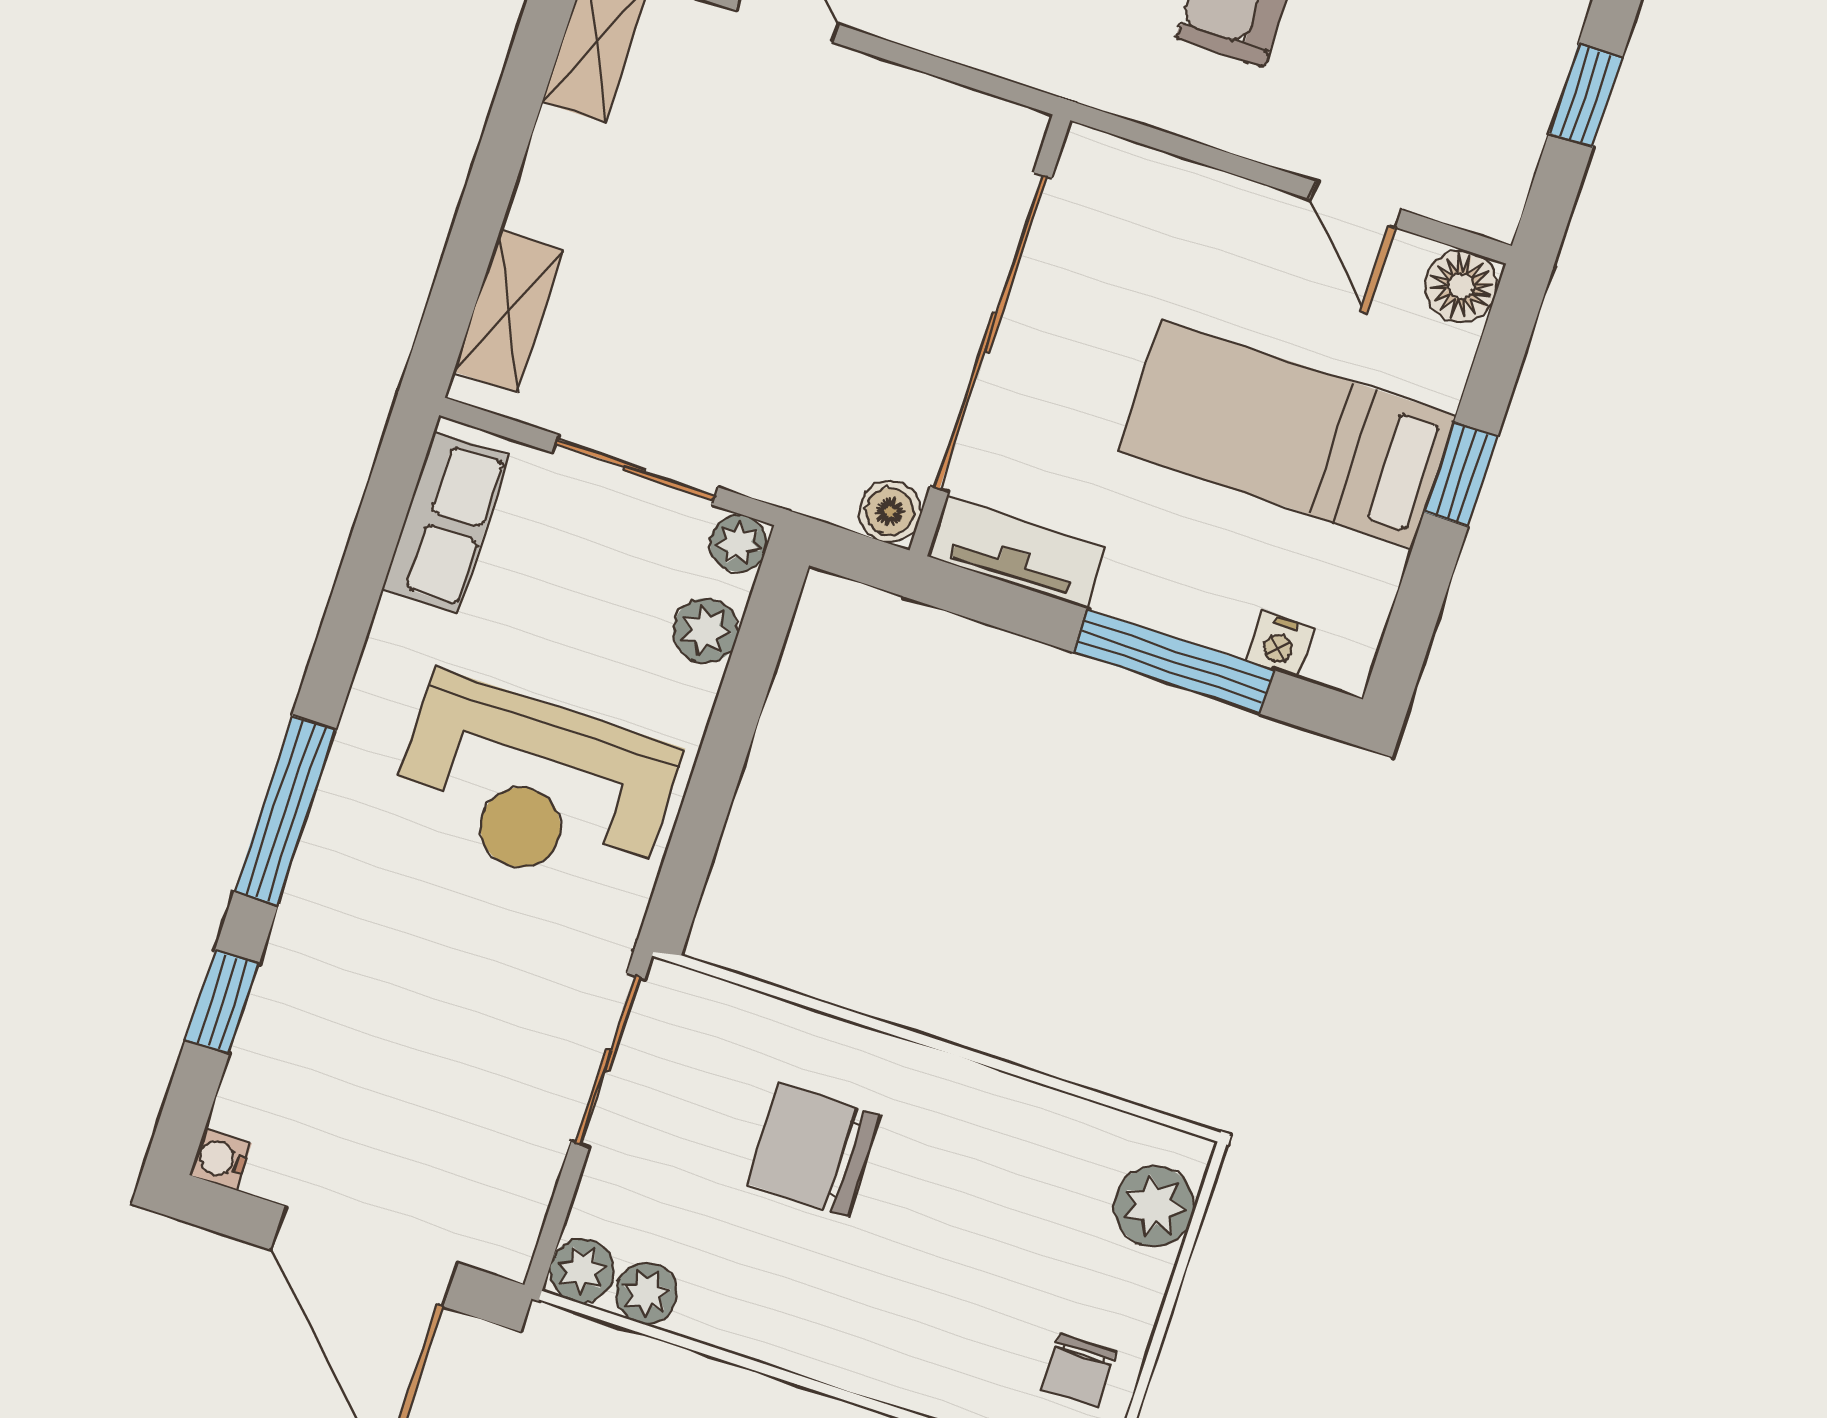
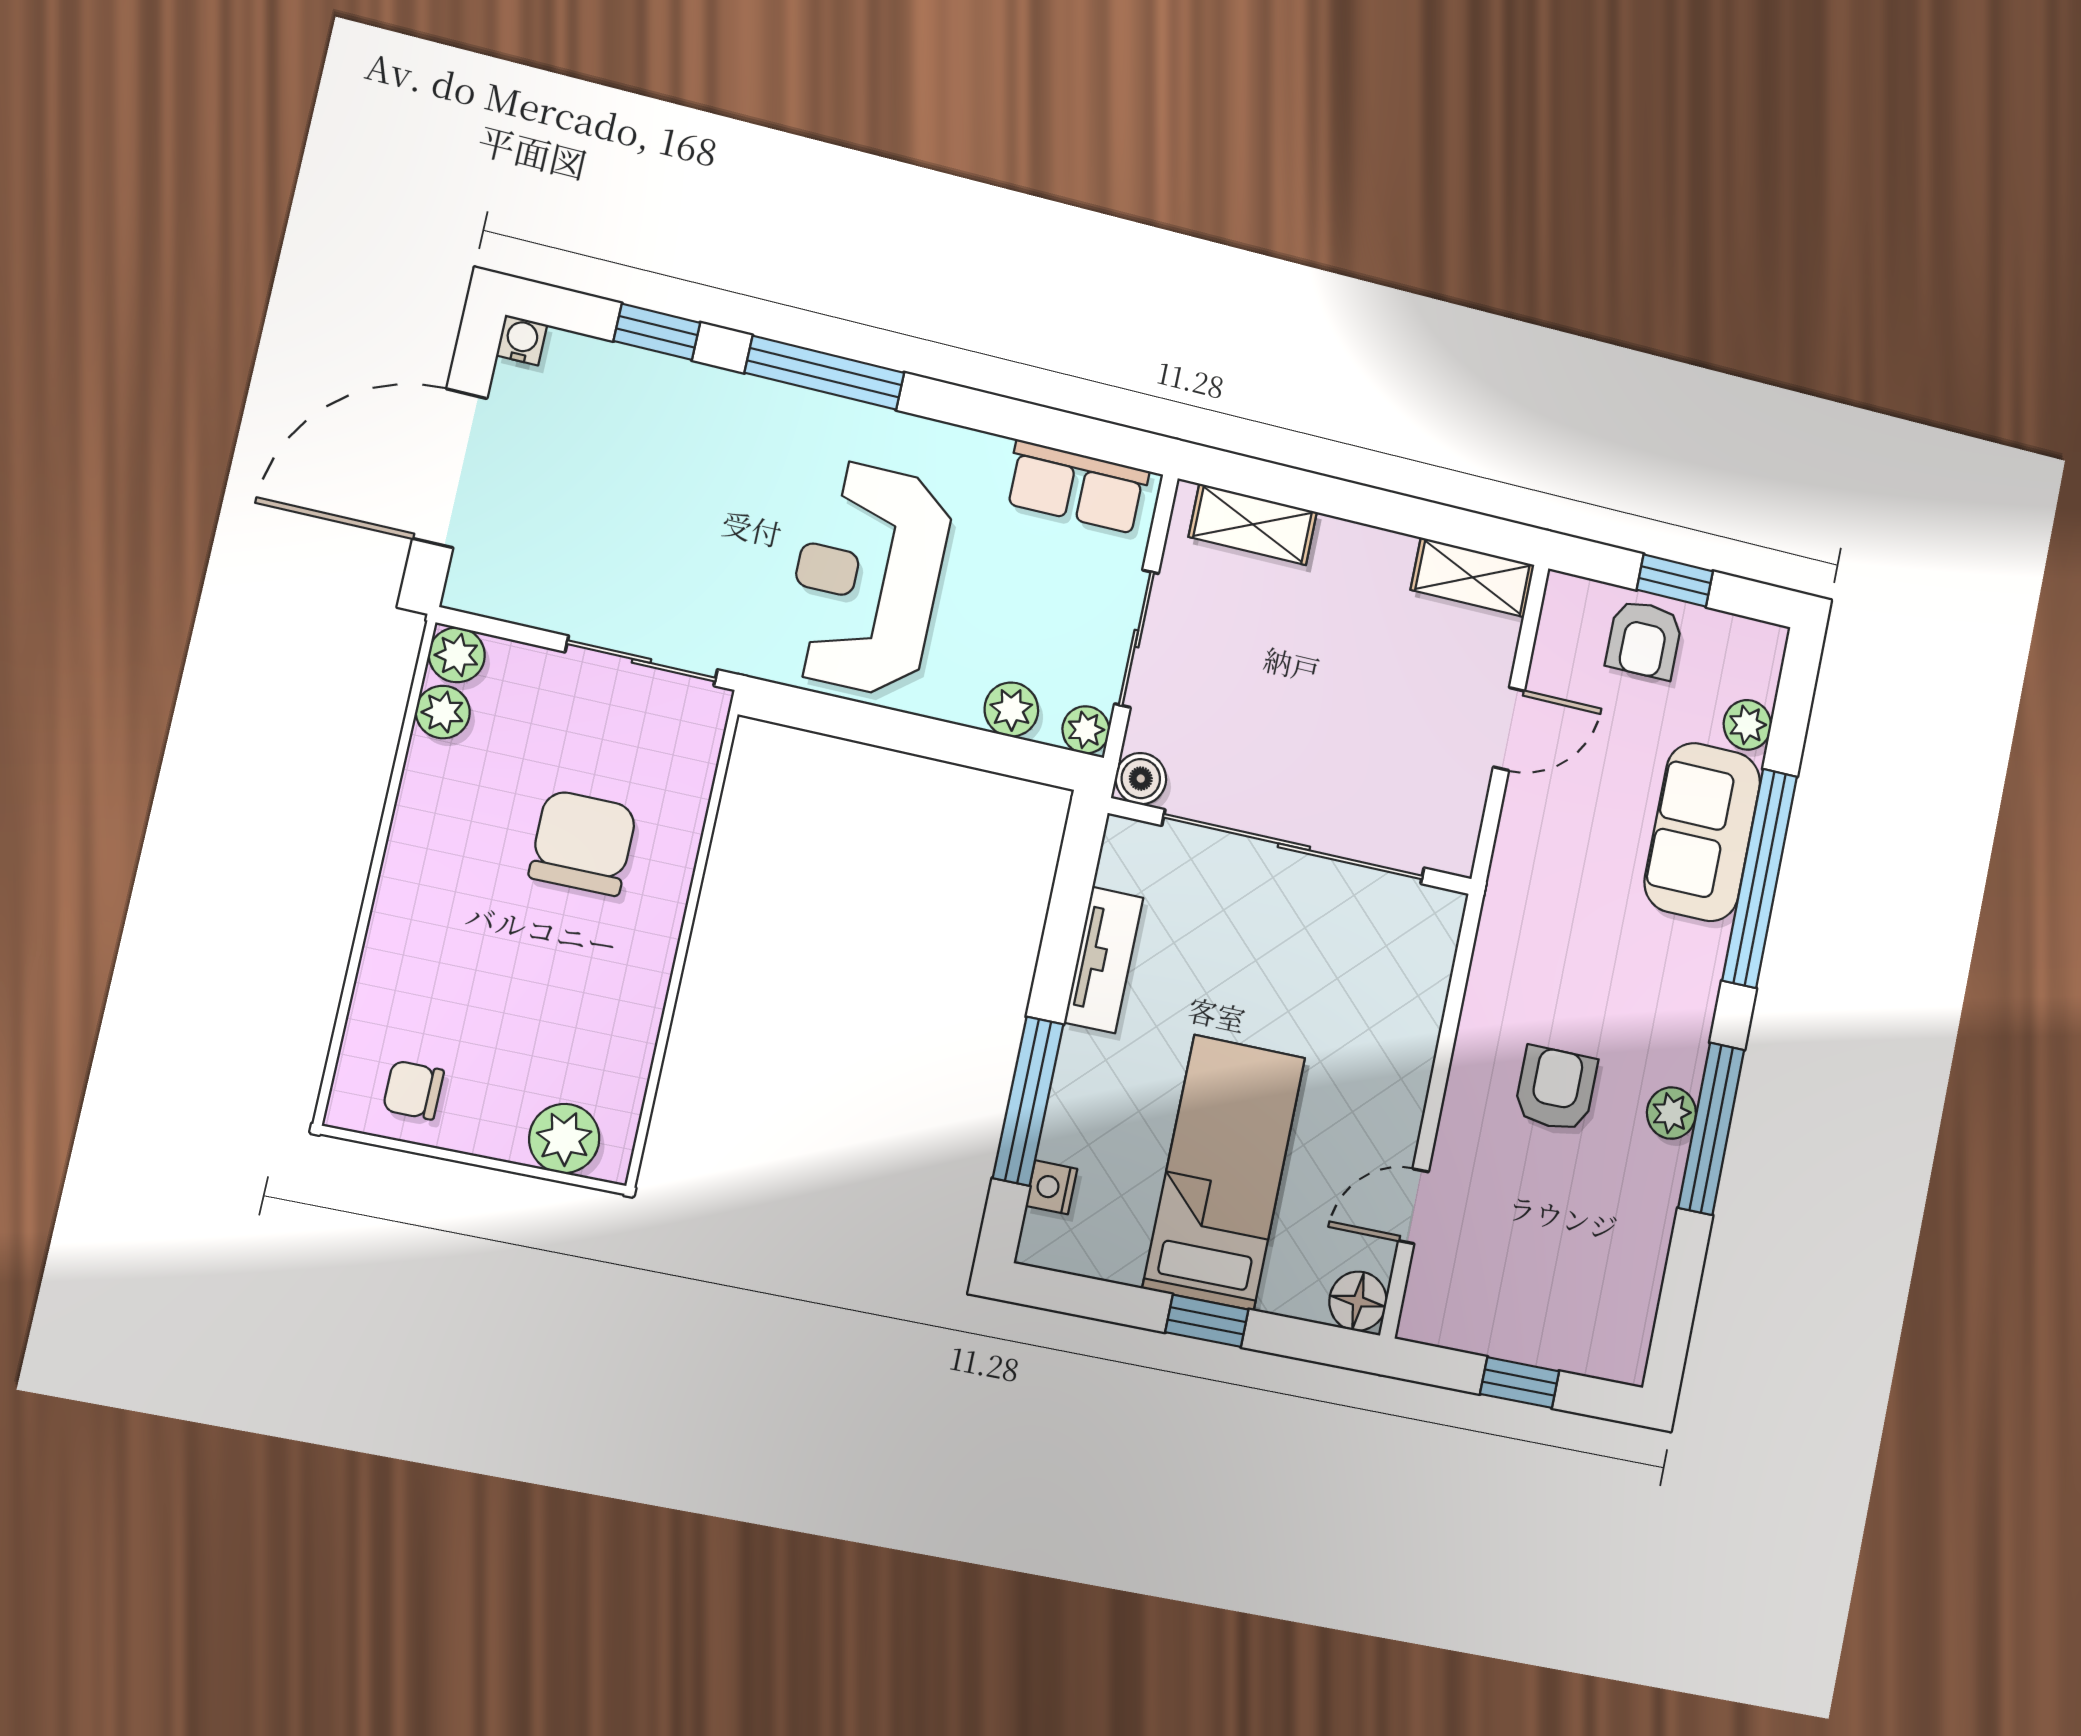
sliding door: (991, 332) -> (1294, 847), moved
wall: (990, 335) -> (1291, 846), moved
boiler: (890, 511) -> (1141, 779), moved

